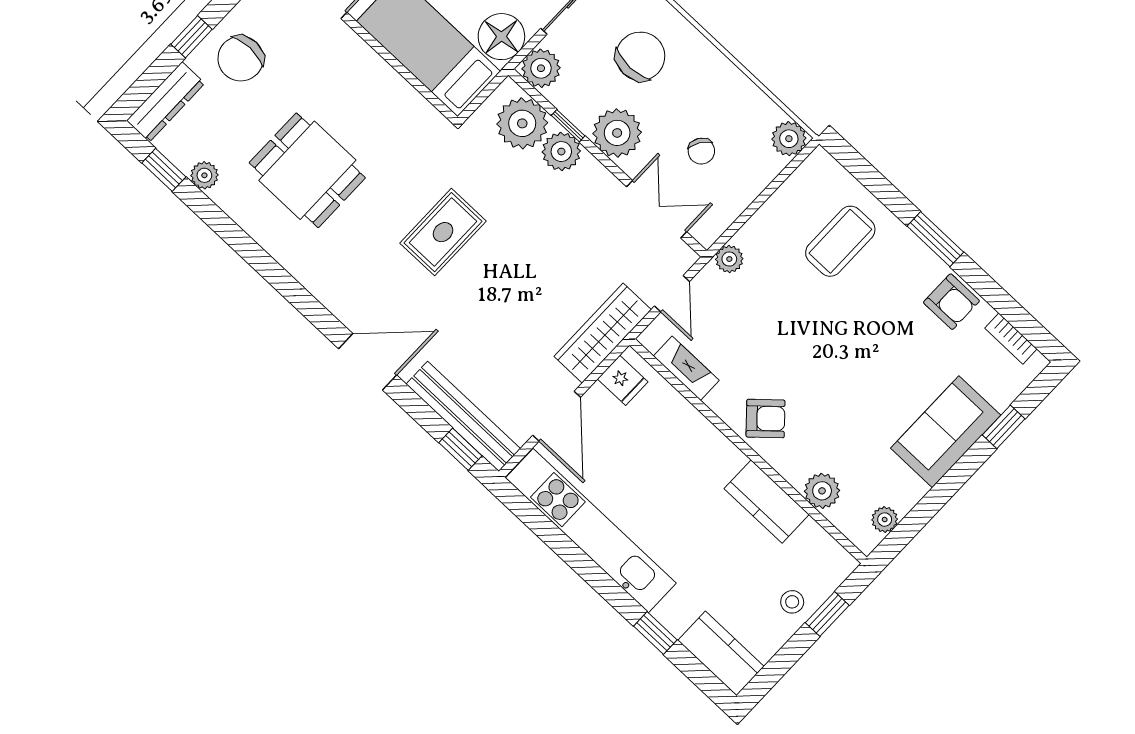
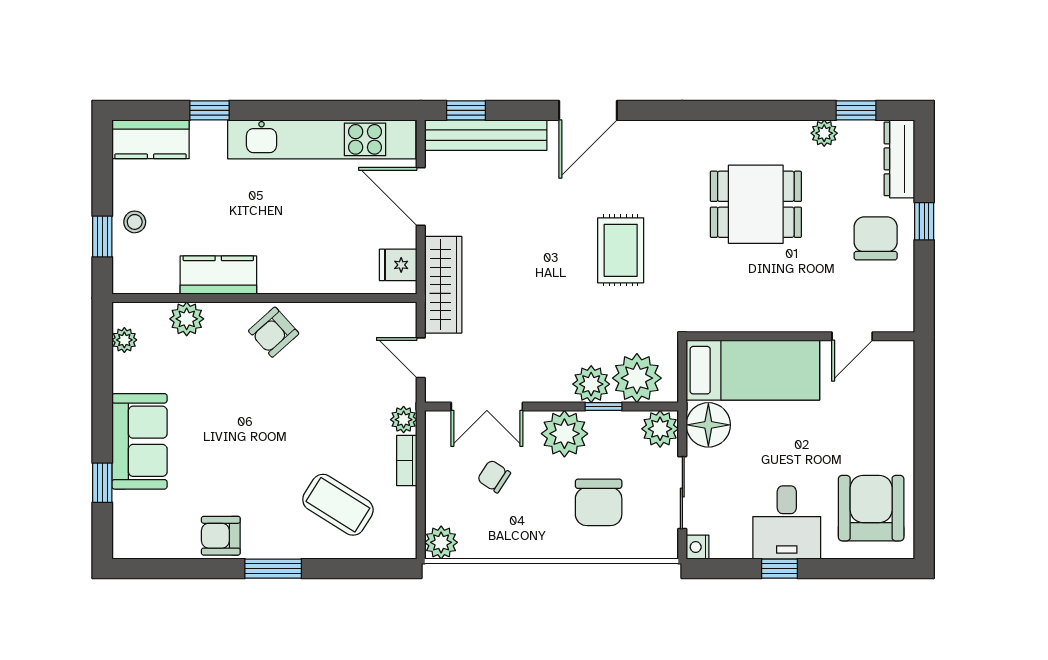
coffee table: (840, 241) -> (338, 505), turned -58
bookcase: (1011, 339) -> (407, 461), moved, turned -90
fireplace: (686, 368) -> (362, 315), removed

